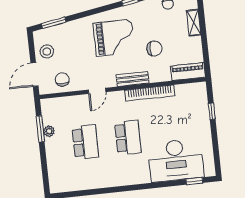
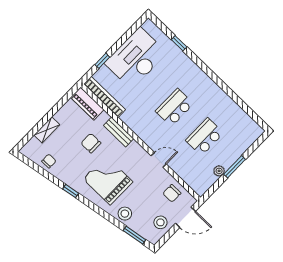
stool: (77, 29) -> (125, 214), added
bench: (132, 79) -> (119, 132), moved
bookcase: (150, 93) -> (105, 97), moved
window: (40, 129) -> (235, 167), moved
desk: (176, 160) -> (136, 58), moved, turned -90
window: (194, 181) -> (179, 43), moved

